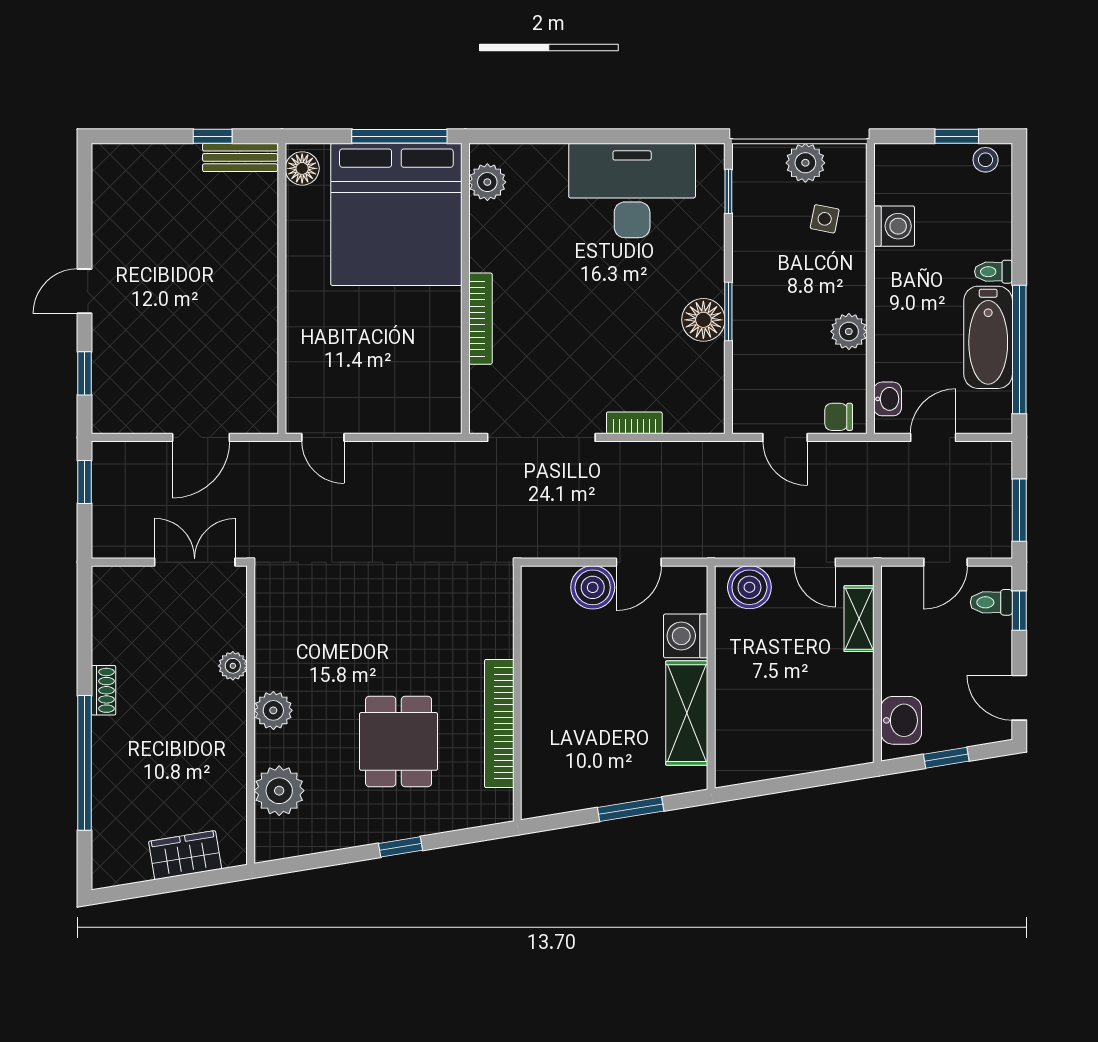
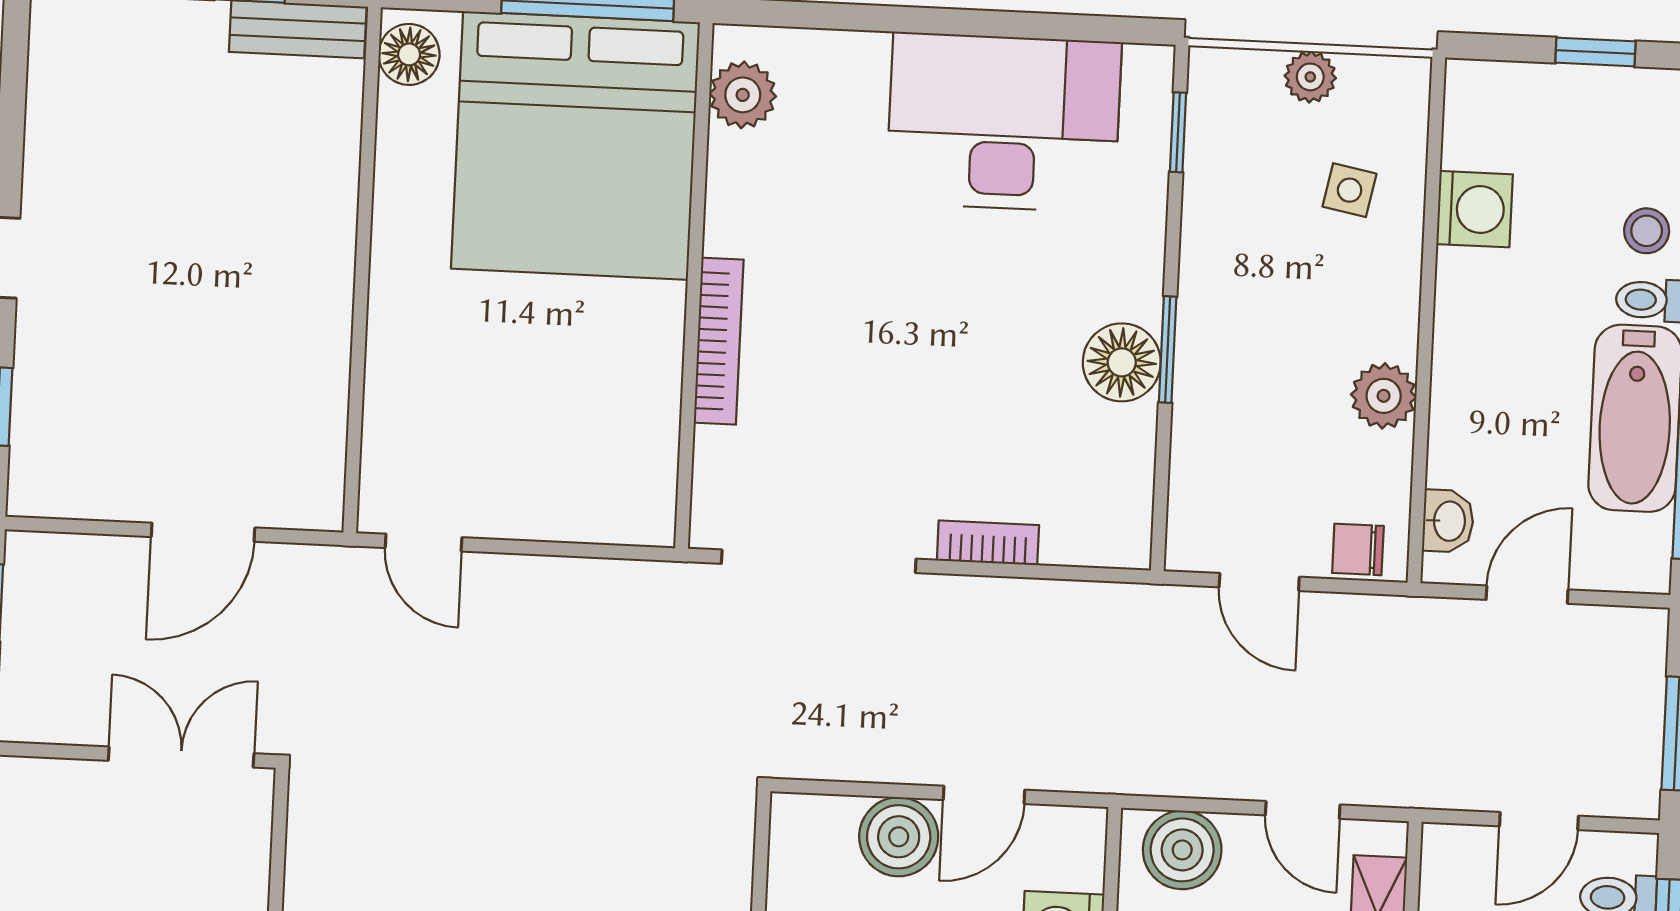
stool: (986, 160) -> (1647, 231), moved
plant: (805, 163) -> (1310, 77), width x0.73, depth x0.73

